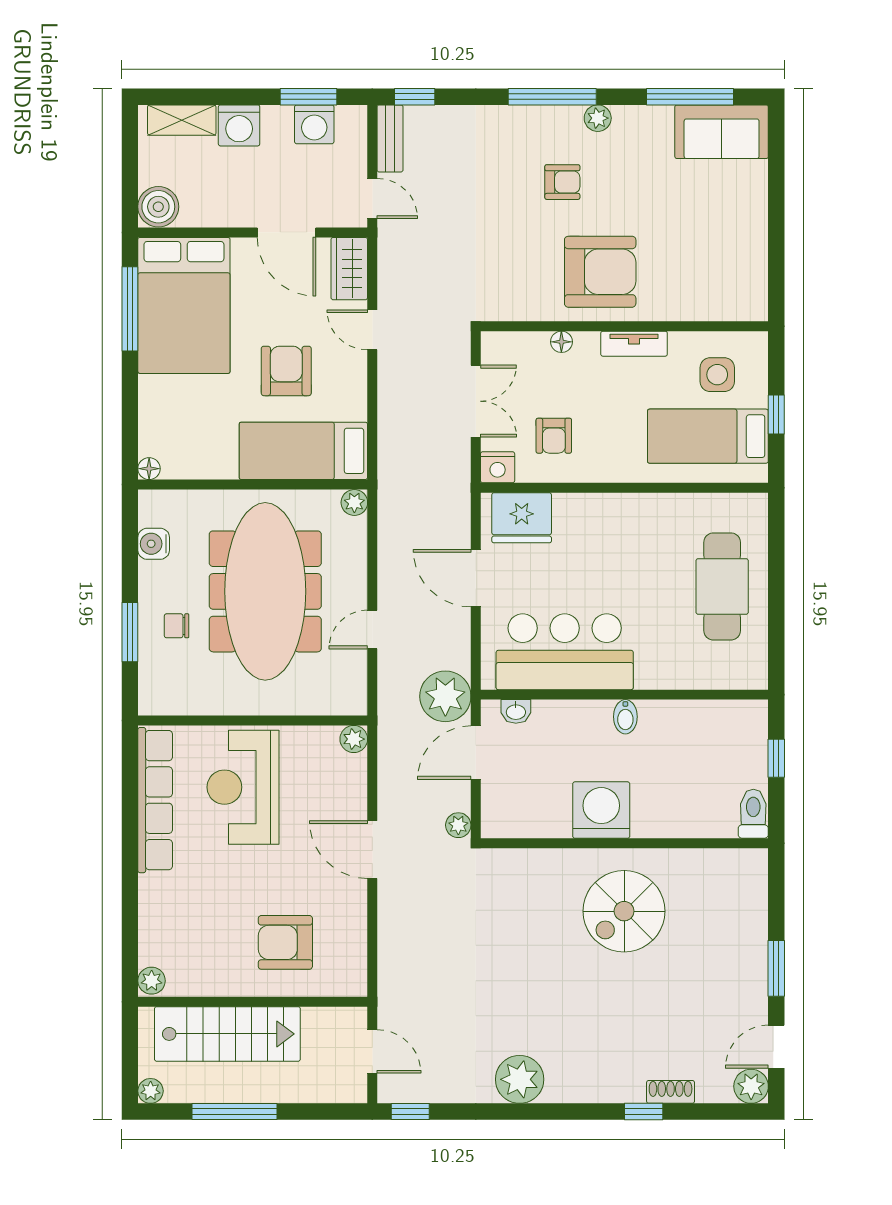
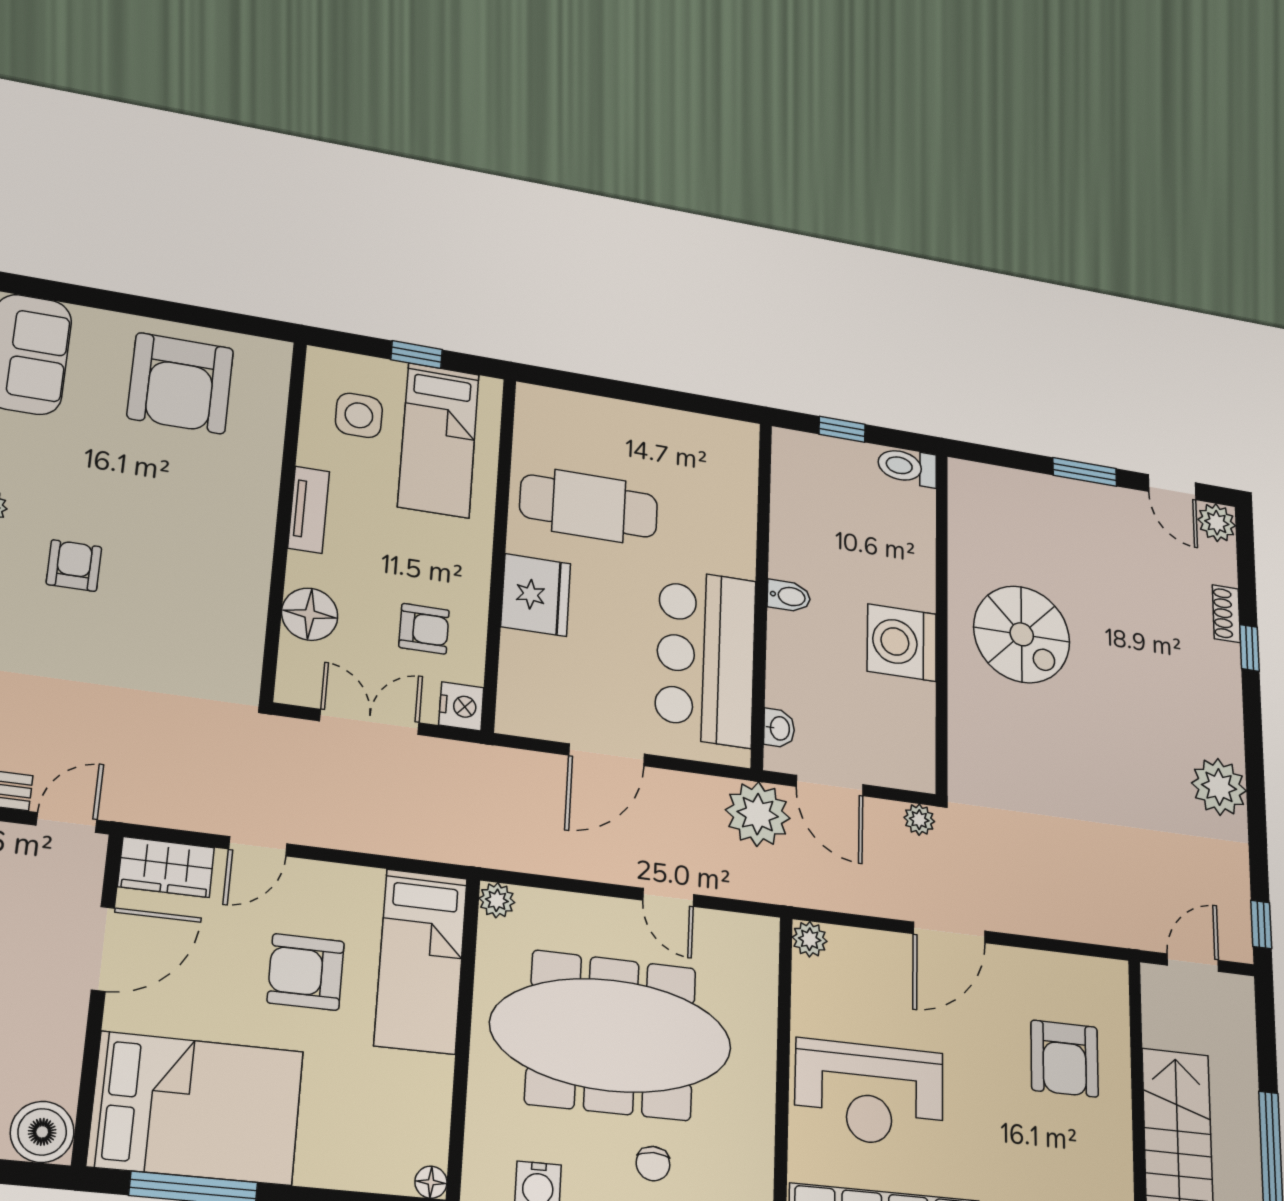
armchair: (600, 272) -> (181, 383), moved, turned 180
floor lamp: (561, 342) -> (310, 614), width x1.89, depth x1.89
fridge: (522, 518) -> (536, 595), moved
cafe table: (722, 586) -> (589, 506), moved

